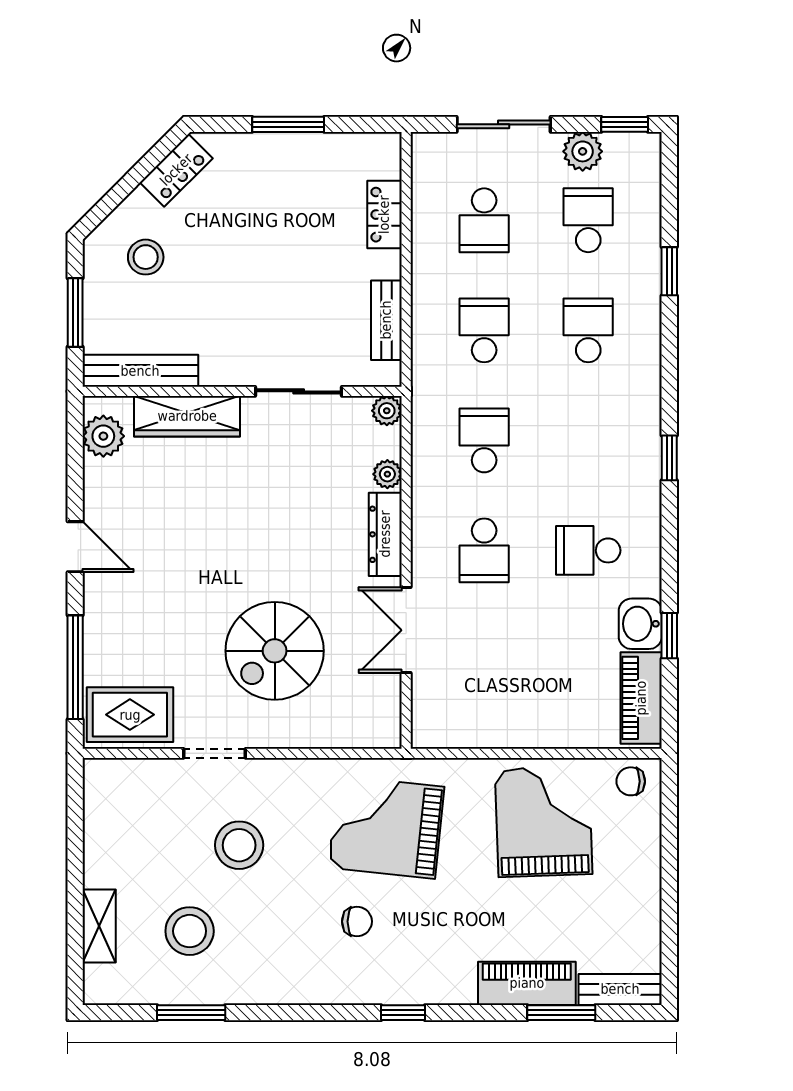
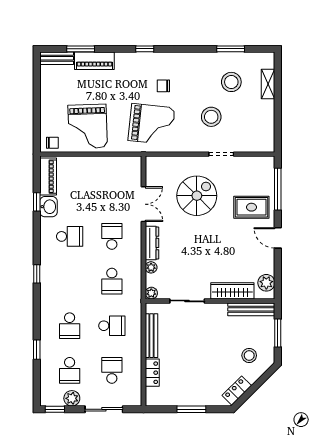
bench: (386, 320) -> (151, 336), width x1.36
school desk: (484, 330) -> (112, 326), turned -90
rug: (130, 715) -> (251, 207), moved

